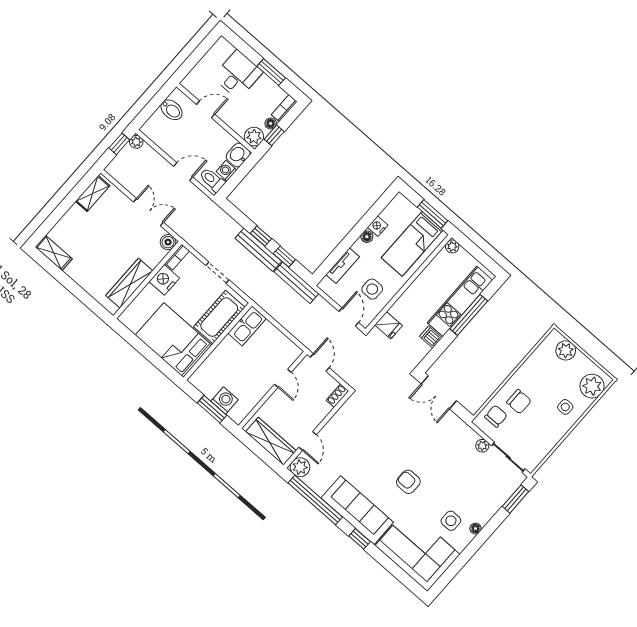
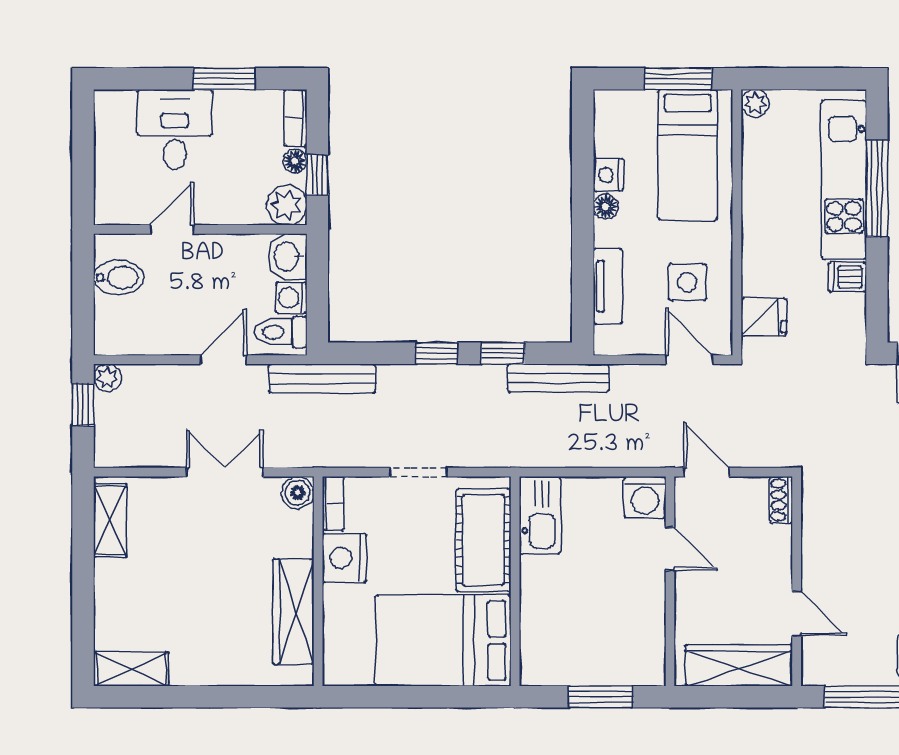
bench: (258, 250) -> (322, 379), moved
washing machine: (225, 401) -> (645, 497), moved, turned 180
plant: (300, 467) -> (821, 666), removed

